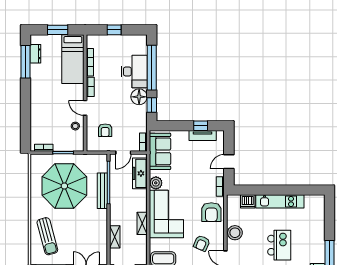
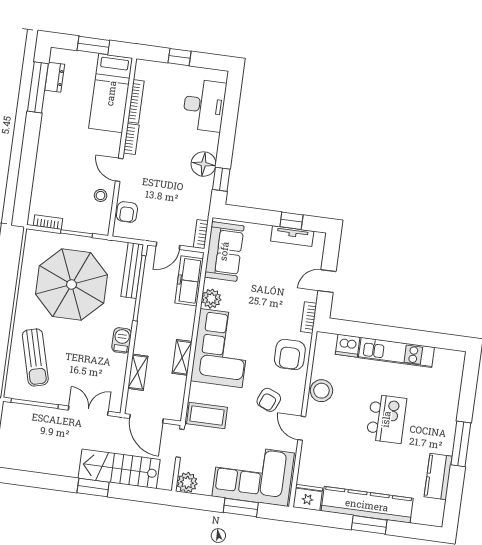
window: (152, 68) -> (229, 122), removed
desk: (134, 72) -> (204, 105), moved
armchair: (105, 130) -> (127, 212), moved
bench: (102, 191) -> (132, 270), moved
barbecue: (102, 218) -> (122, 340), added

